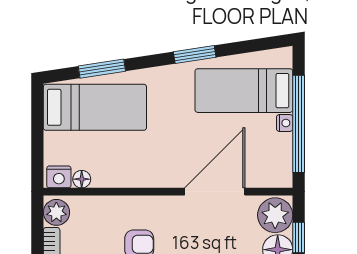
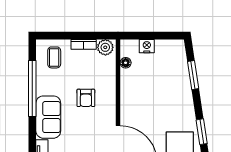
bed: (95, 107) -> (169, 71), removed
nightstand: (59, 177) -> (147, 46), moved, turned 90

